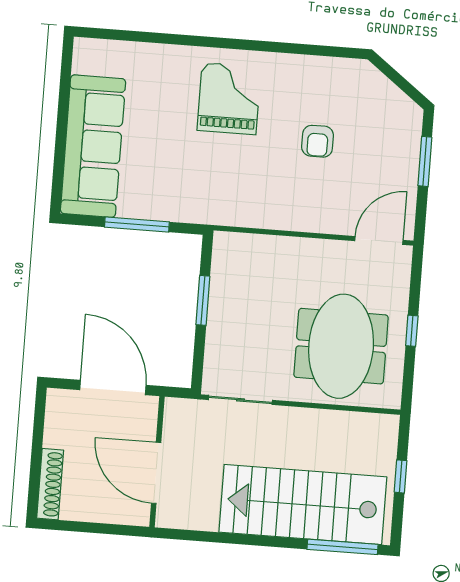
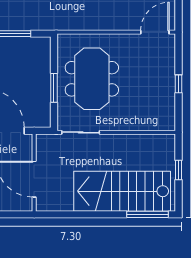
window: (203, 300) -> (54, 88), moved
meeting table: (341, 346) -> (92, 79), moved

